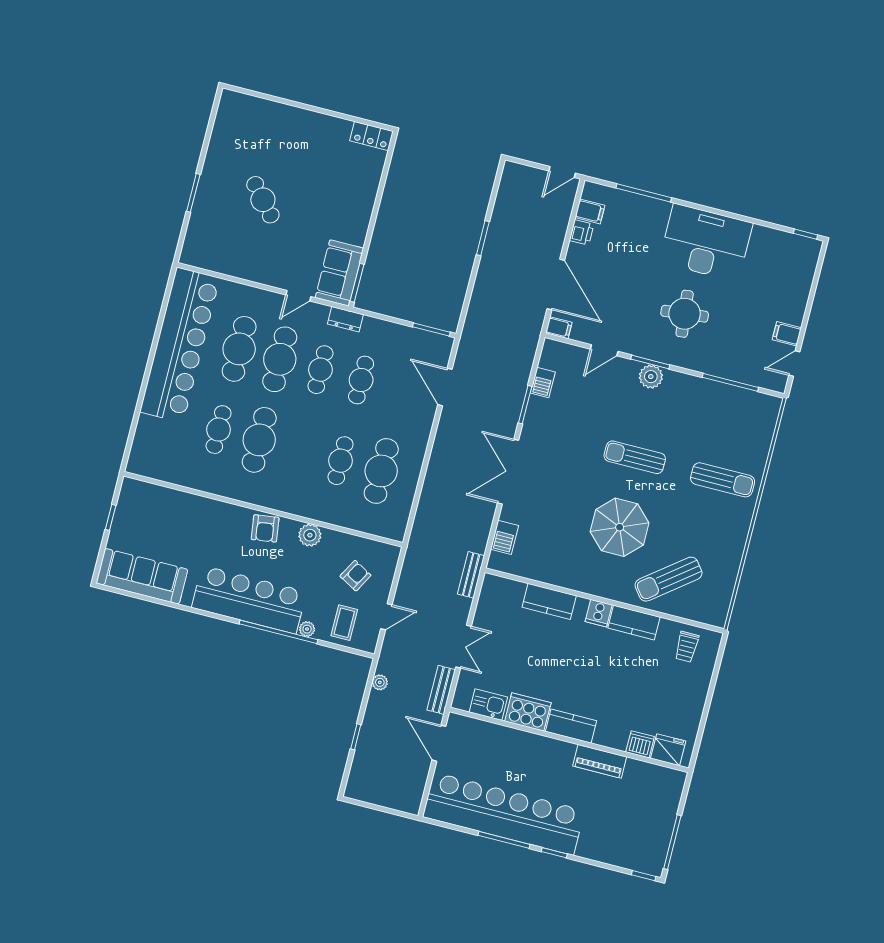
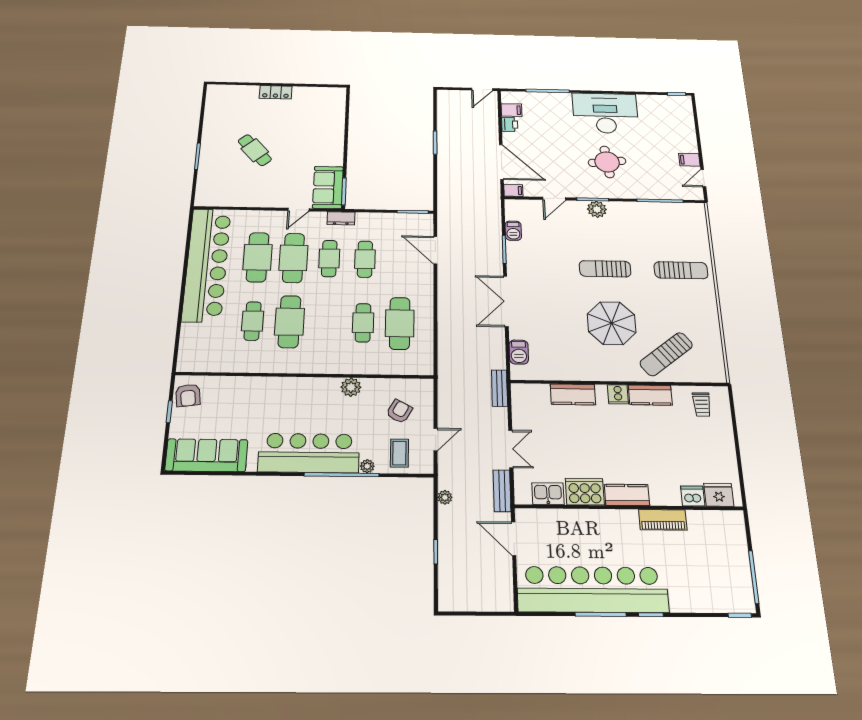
locker: (372, 136) -> (276, 92), moved
armchair: (265, 528) -> (188, 395), moved

